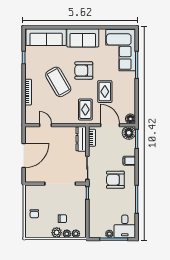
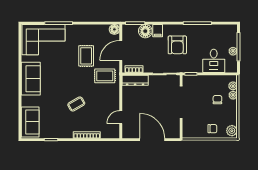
sofa: (46, 37) -> (30, 122), width x0.73
armchair: (84, 70) -> (64, 78), removed
coffee table: (58, 82) -> (76, 104), width x0.54, depth x0.58
rug: (105, 92) -> (86, 56), turned 90
floor lamp: (129, 133) -> (145, 31), moved
desk: (125, 226) -> (214, 61), moved, turned 90
plant: (57, 233) -> (232, 131), moved

